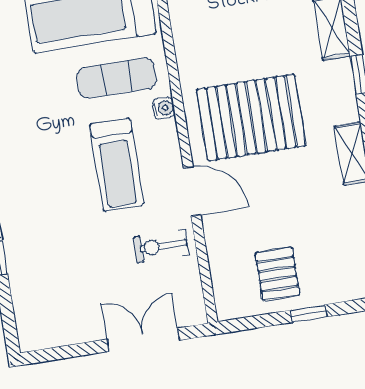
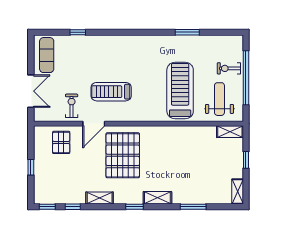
exercise mat: (117, 78) -> (47, 55), moved
water cooler: (164, 108) -> (133, 117), removed
pallet: (277, 274) -> (61, 142), moved, turned 90

